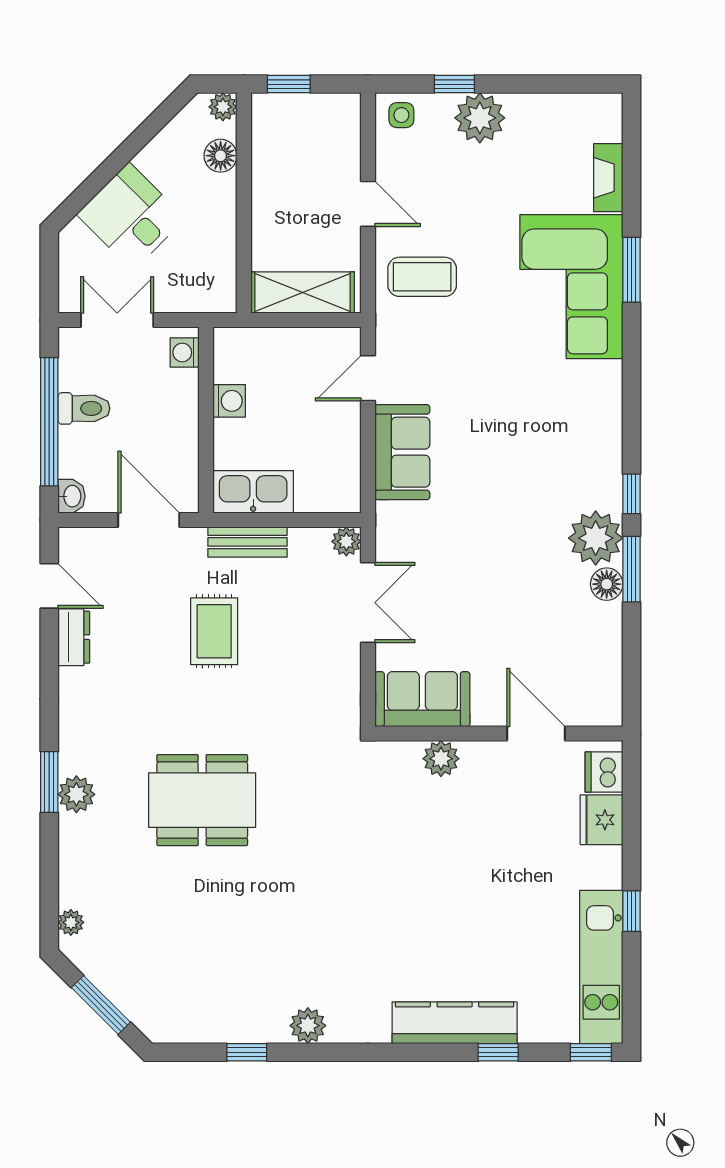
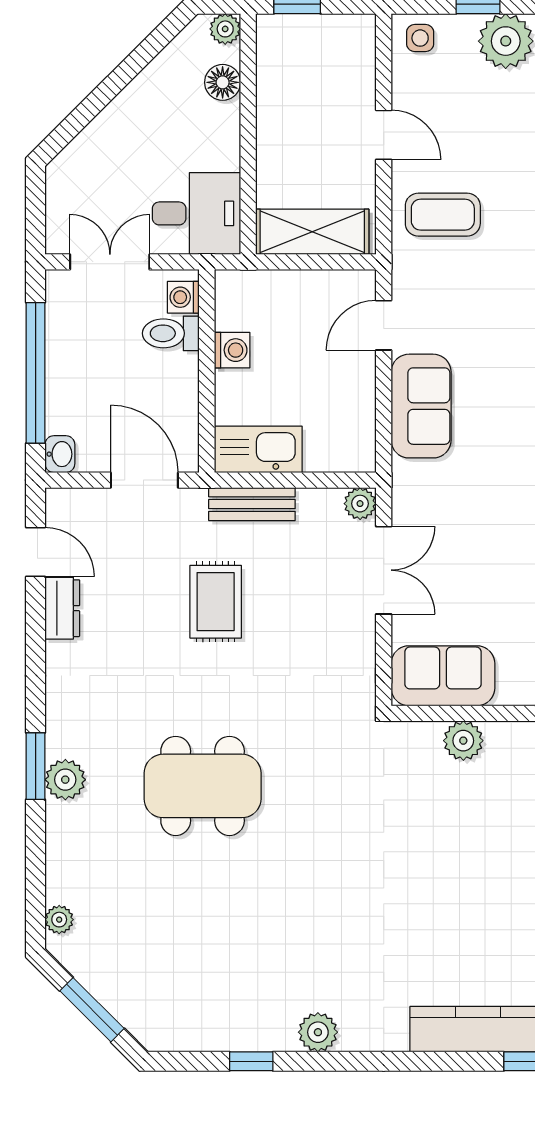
desk: (131, 216) -> (196, 213), moved, turned 135
toilet: (84, 408) -> (171, 333), moved, turned 180

